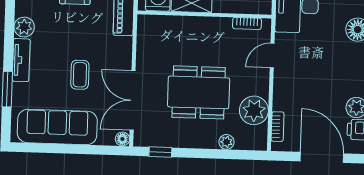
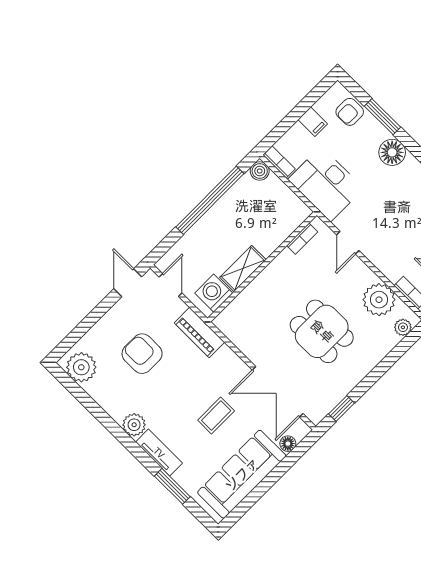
coffee table: (80, 75) -> (216, 416), turned 90
dining table: (199, 92) -> (322, 331), width x0.73
floor lamp: (122, 139) -> (288, 444), moved
plant: (226, 142) -> (403, 327), moved

